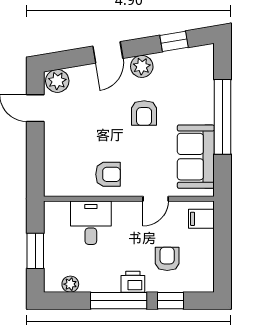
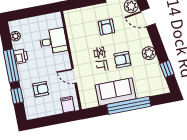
door: (108, 52) -> (148, 17), moved
sofa: (196, 157) -> (116, 92), moved
armchair: (108, 174) -> (106, 27), moved
window: (35, 251) -> (31, 12), removed
printer: (133, 282) -> (21, 56), moved

